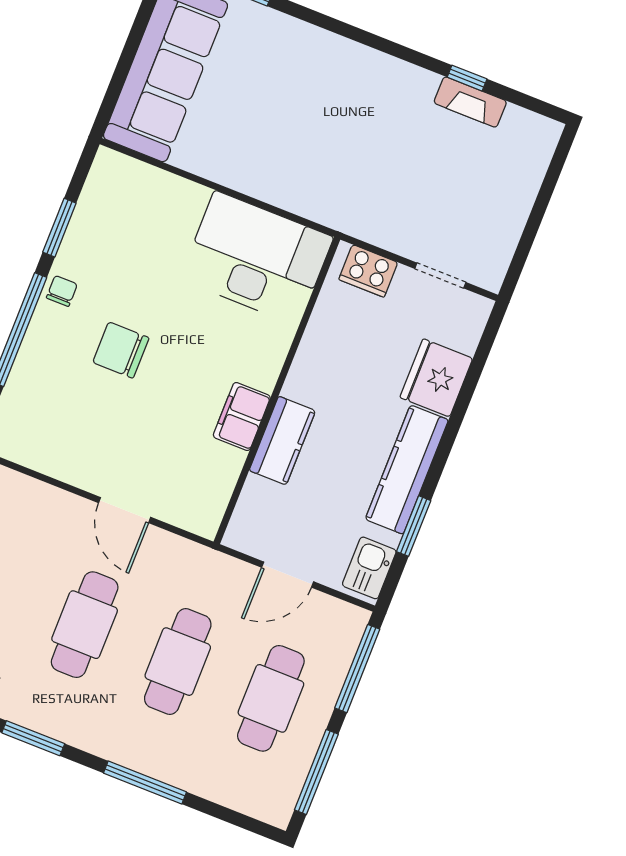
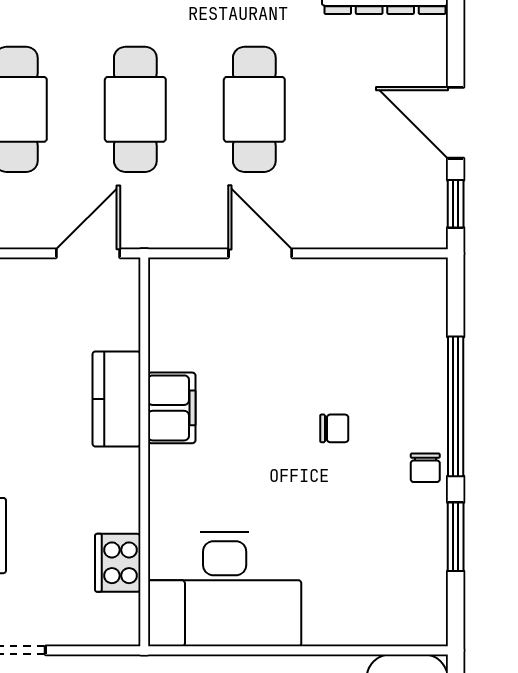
cooker: (368, 271) -> (118, 563), moved, turned -90
chair: (121, 350) -> (334, 428), width x0.54, depth x0.54
door: (288, 575) -> (88, 253), moved

